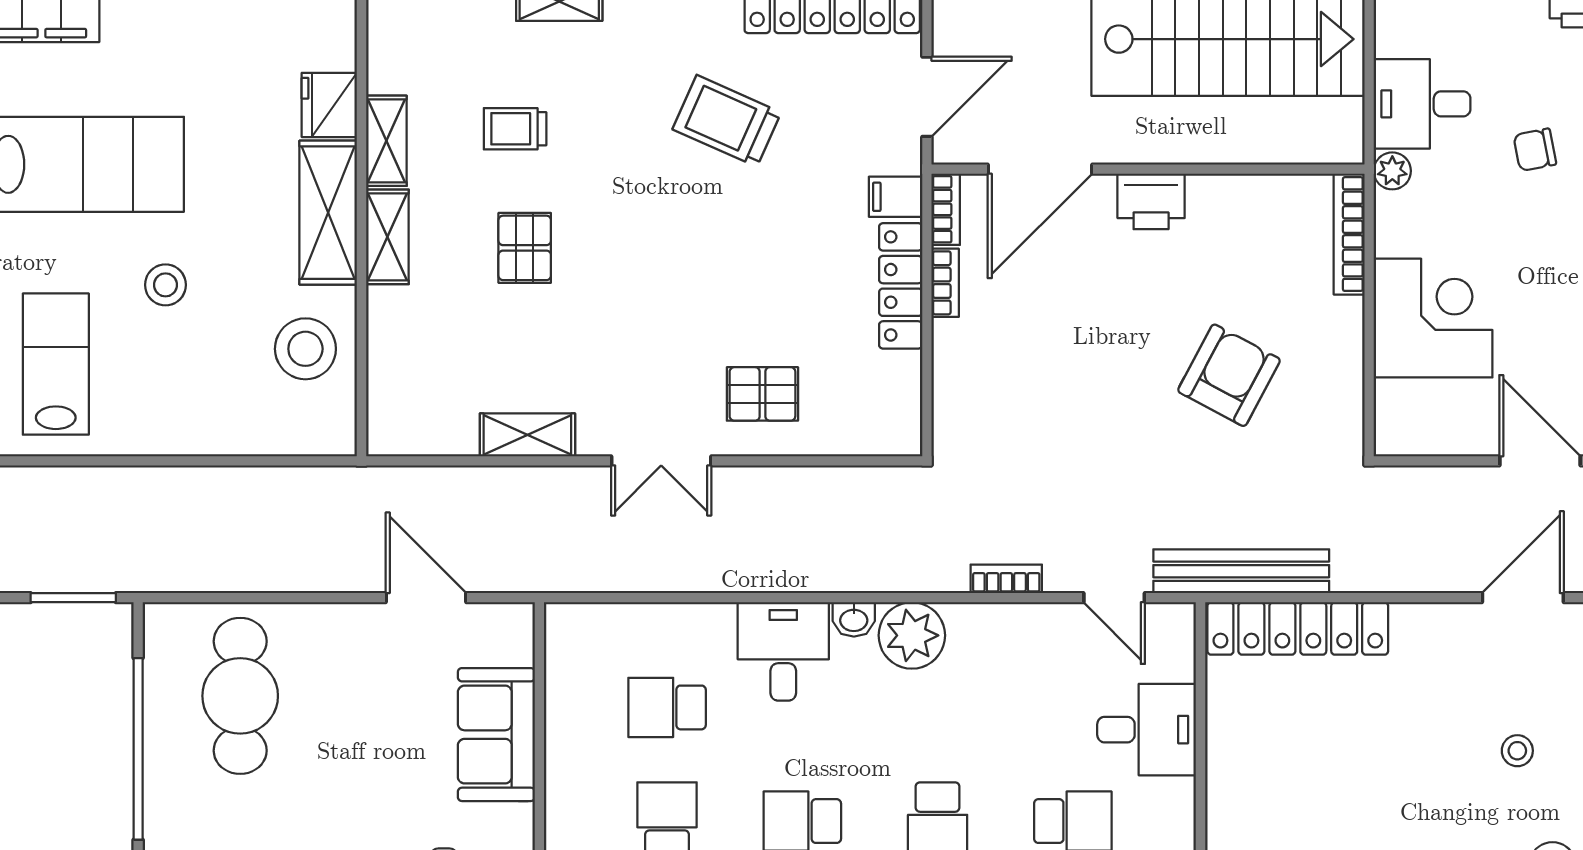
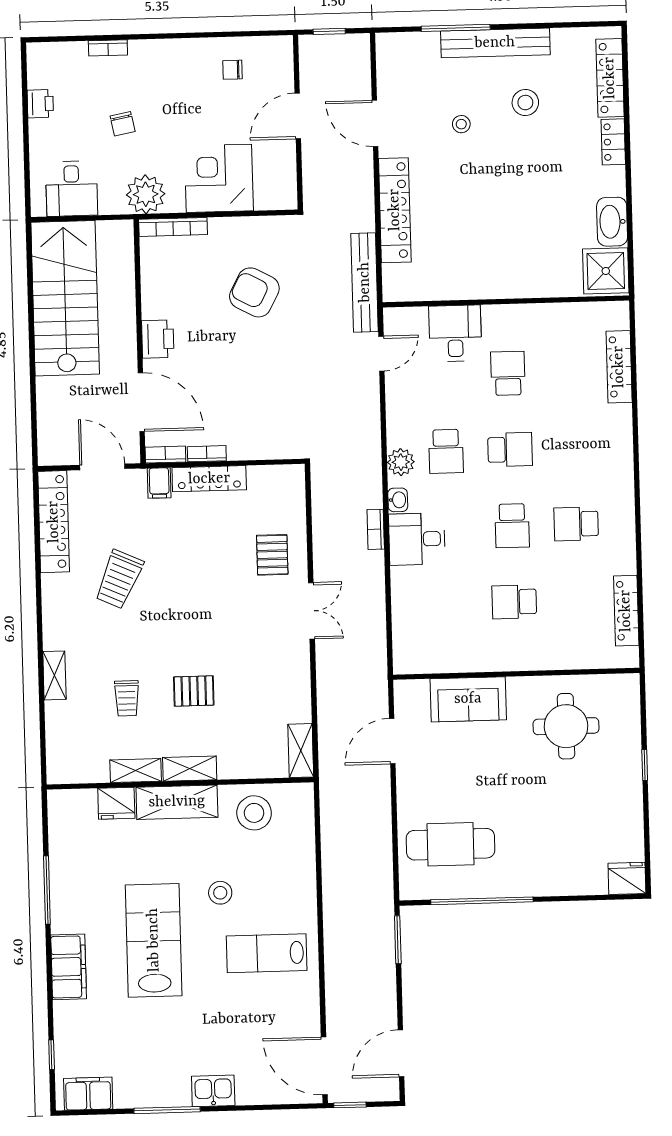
desk: (1422, 104) -> (72, 189), moved
plant: (1392, 171) -> (146, 194), width x1.87, depth x1.87
shelving: (527, 435) -> (301, 751), moved
bookcase: (1006, 579) -> (376, 529), moved
locker: (1298, 628) -> (395, 210), moved
plant: (912, 635) -> (401, 462), width x0.73, depth x0.73
school desk: (667, 707) -> (446, 451), moved

